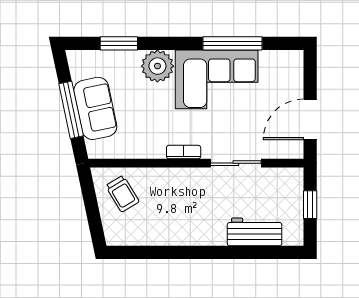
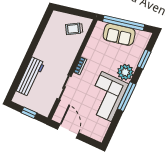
window: (233, 43) -> (127, 97), moved
window: (71, 110) -> (124, 23), width x1.46
workbench: (255, 232) -> (30, 77), width x1.38

